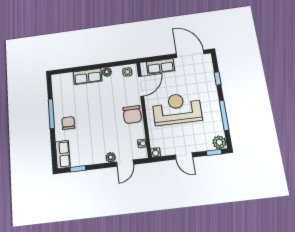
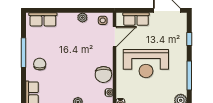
row of seats: (88, 76) -> (43, 19), moved
reception desk: (177, 109) -> (146, 64), turned 180
chair: (132, 114) -> (103, 74), moved

